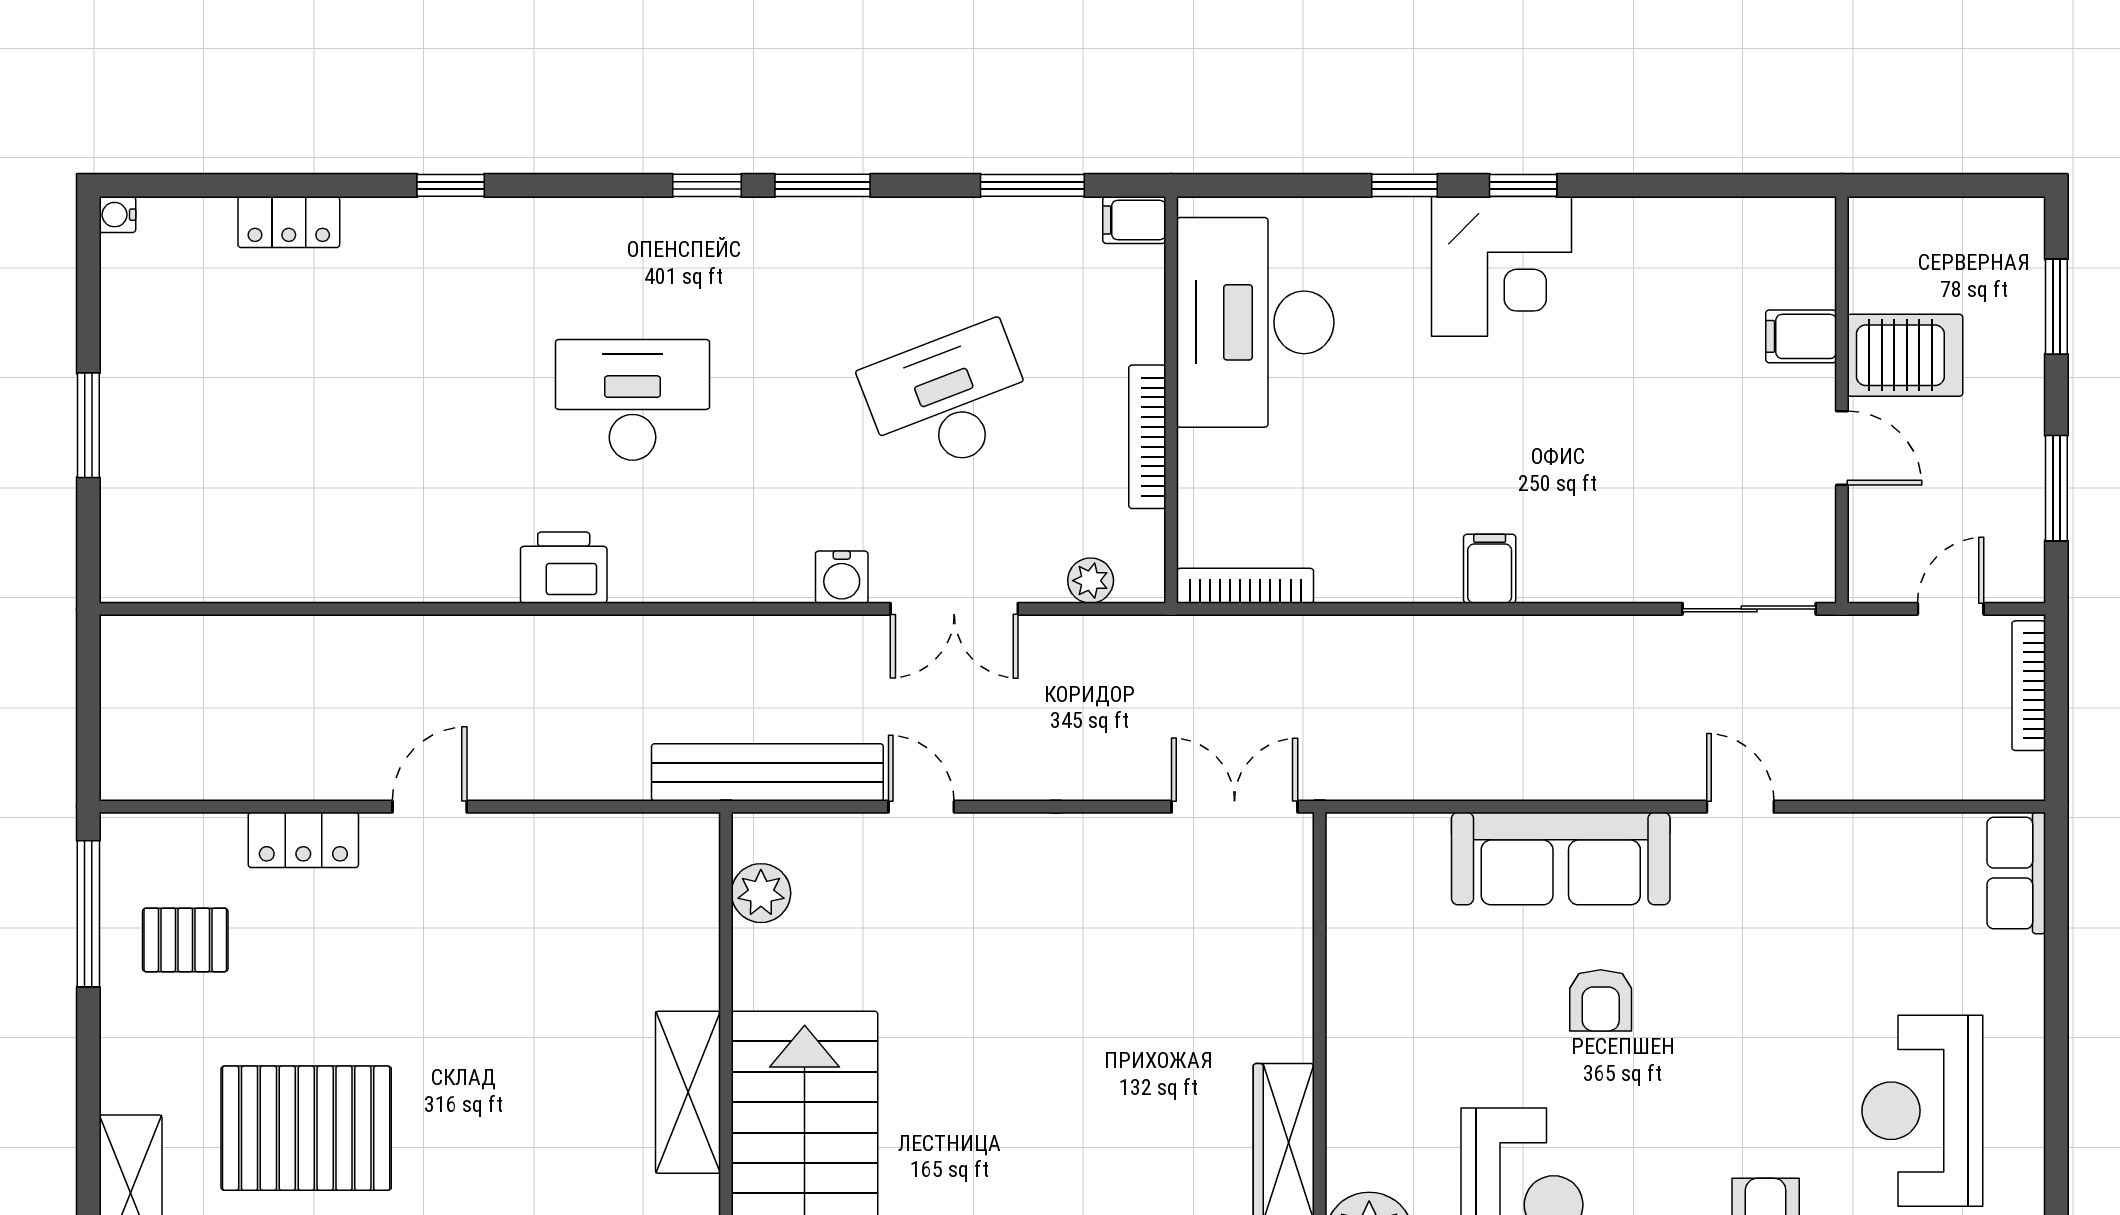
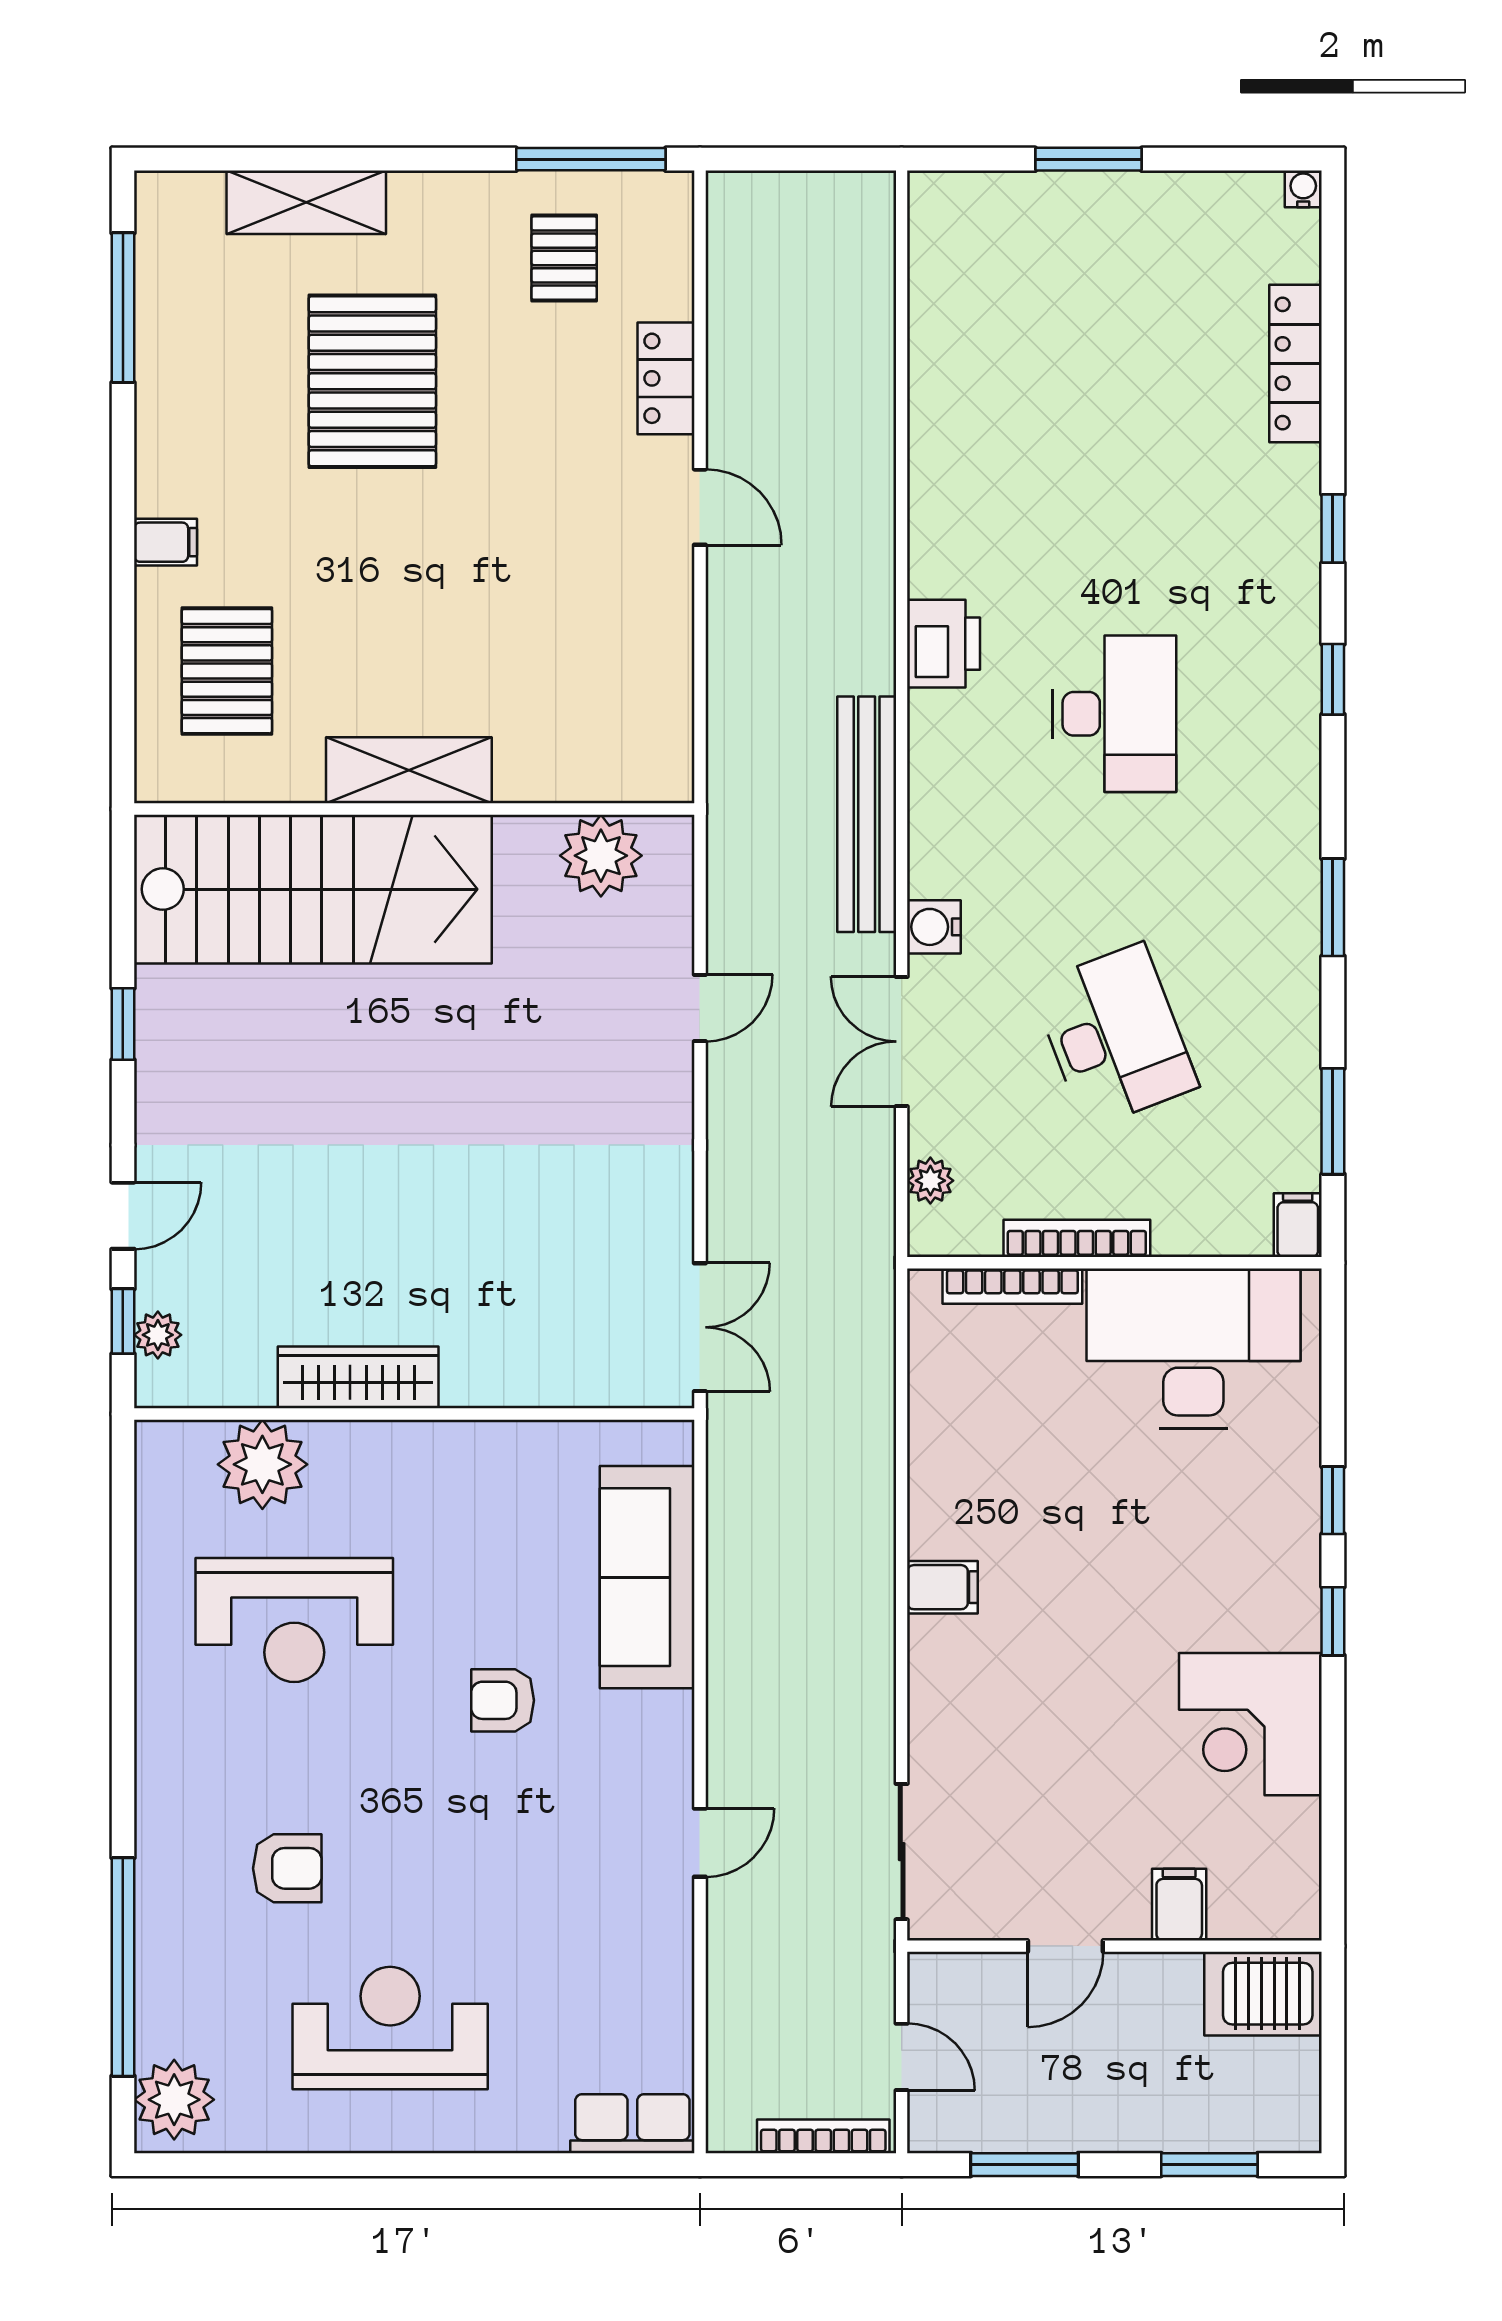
window: (707, 185) -> (1333, 679), moved
locker: (289, 222) -> (1296, 364), width x1.53
corner desk: (1501, 266) -> (1250, 1724), moved
server rack: (1905, 355) -> (1263, 1994), moved, turned 90
bookcase: (1245, 586) -> (1012, 1286), moved, turned 90
bench: (767, 772) -> (867, 814), moved
sofa: (1561, 859) -> (647, 1577), moved
plant: (761, 893) -> (601, 856), width x1.36, depth x1.36

